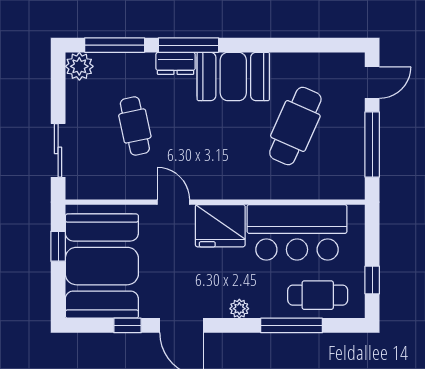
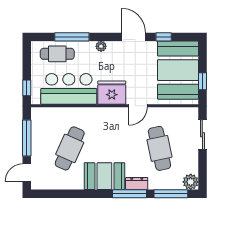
cafe table: (135, 126) -> (159, 148), width x1.37, depth x1.35
door: (173, 202) -> (138, 106), hinge flipped
window: (372, 280) -> (27, 88), moved

